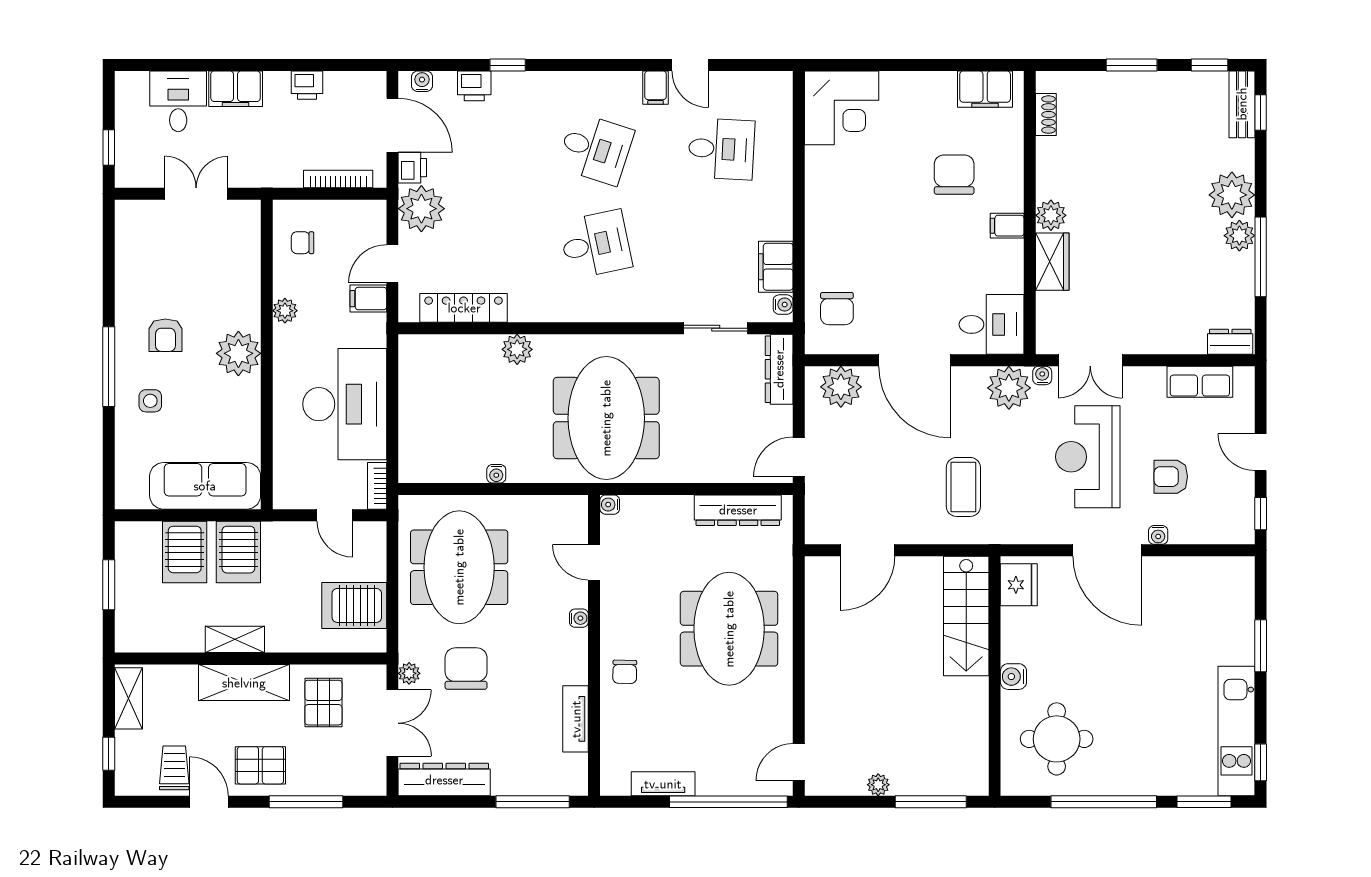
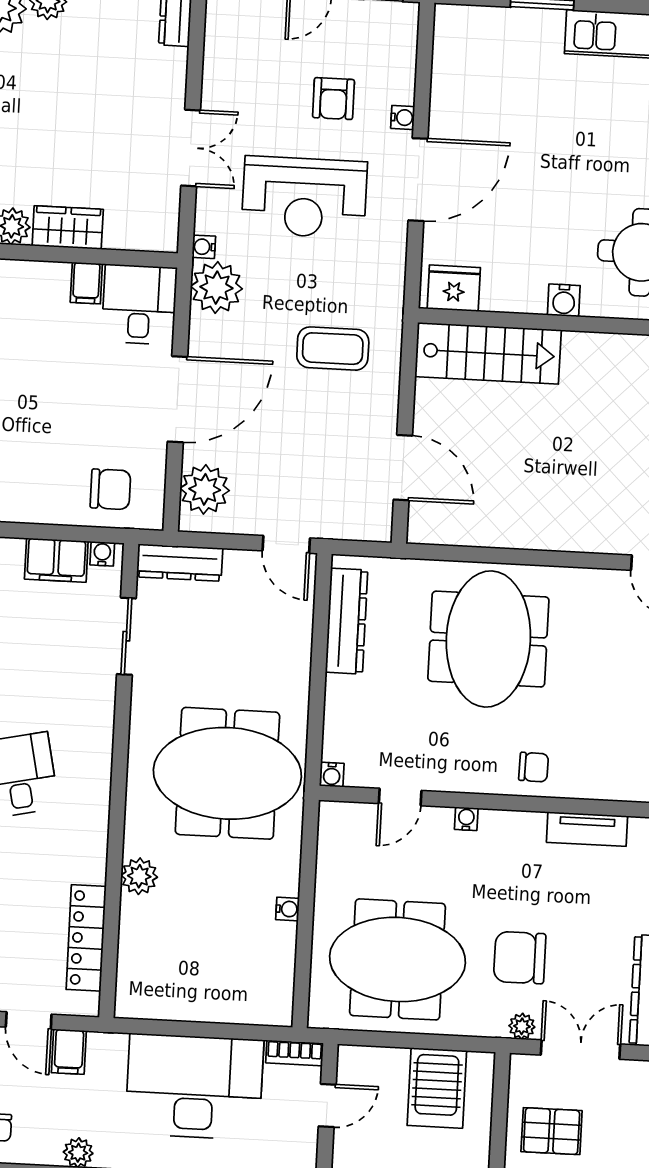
filing cabinet: (1007, 226) -> (86, 283), moved
double door: (1090, 360) -> (191, 148), moved
row of seats: (1200, 382) -> (221, 58), removed
meeting table: (729, 629) -> (488, 639), turned 90

